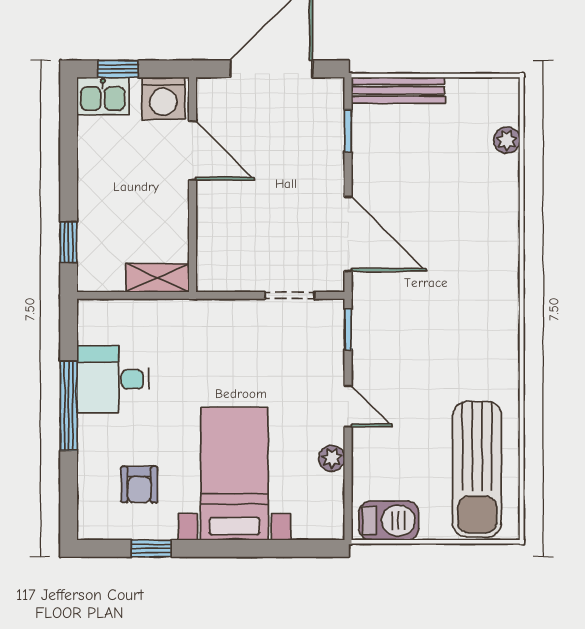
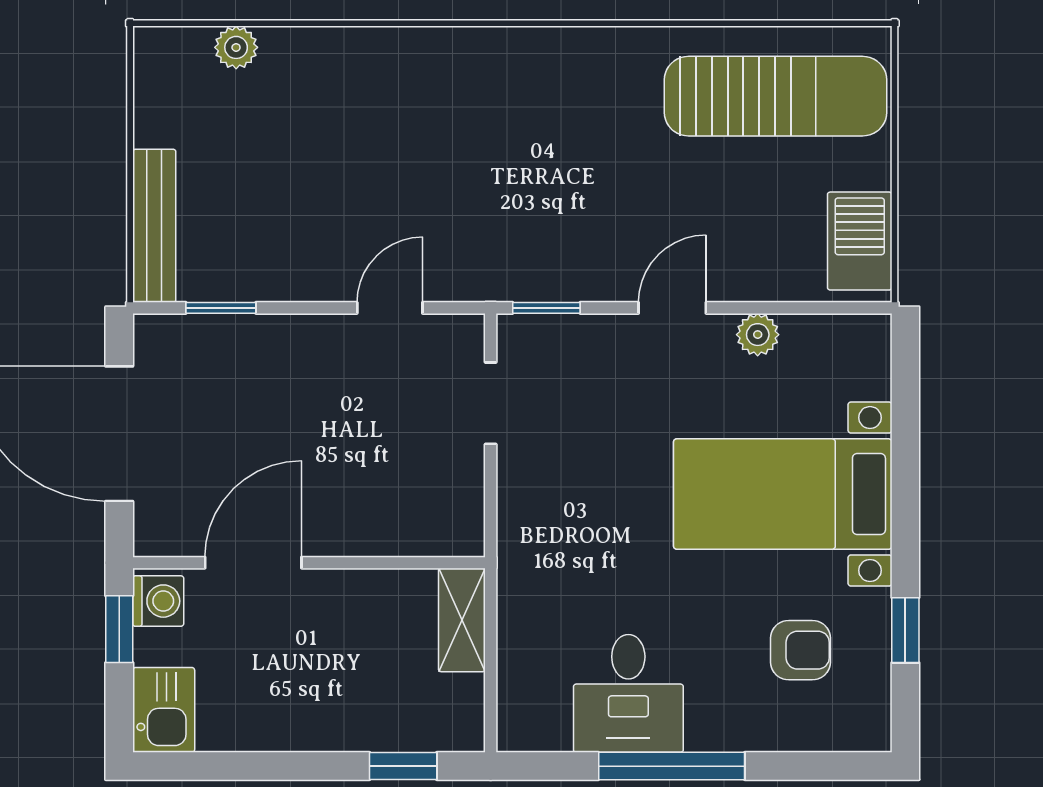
window: (118, 69) -> (119, 629), moved
washing machine: (163, 98) -> (158, 601), width x0.73, depth x0.73
door: (348, 234) -> (390, 308), width x0.53

